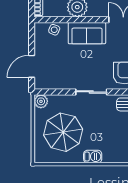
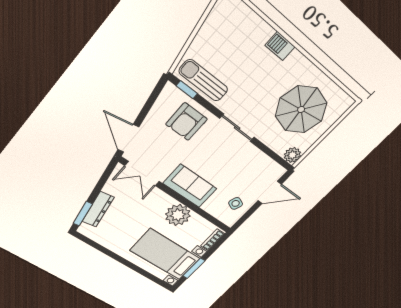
side table: (54, 30) -> (236, 203), moved
barbecue: (93, 157) -> (280, 46), moved

